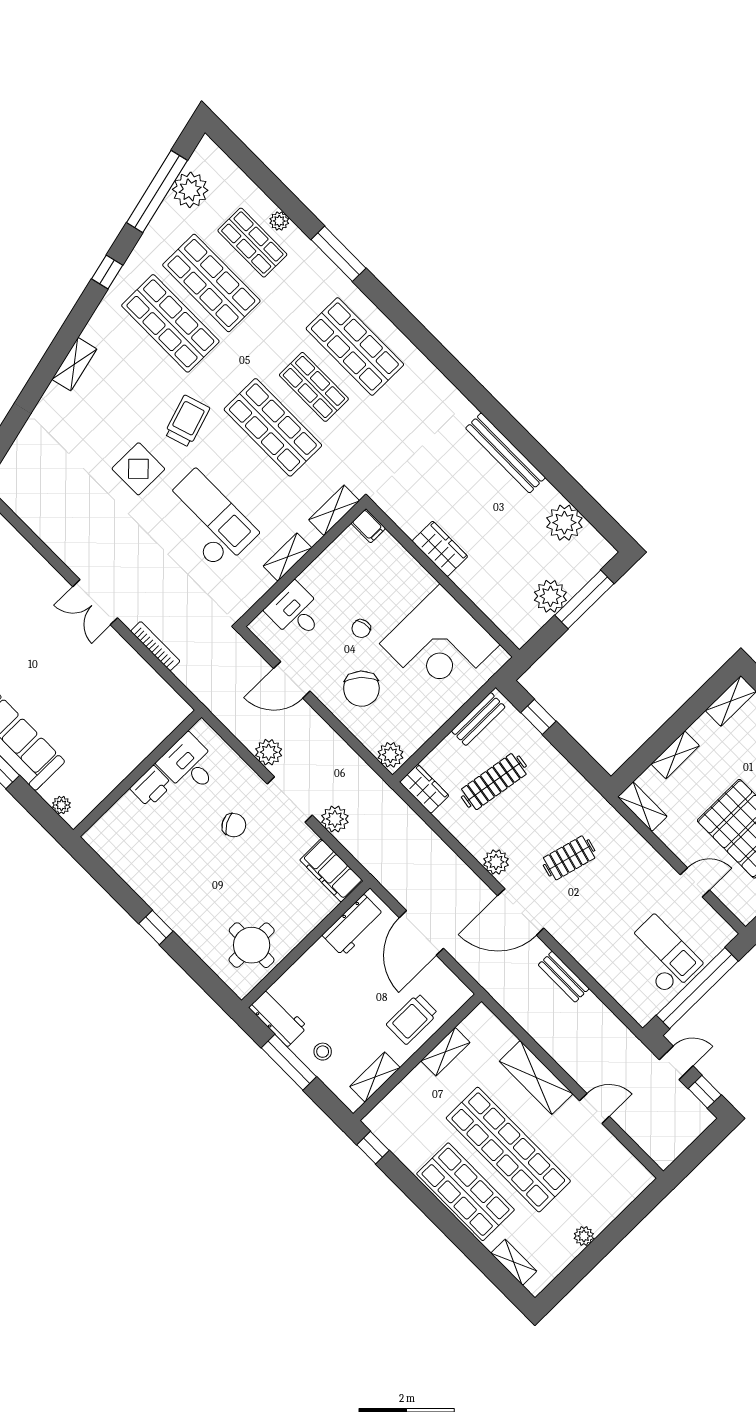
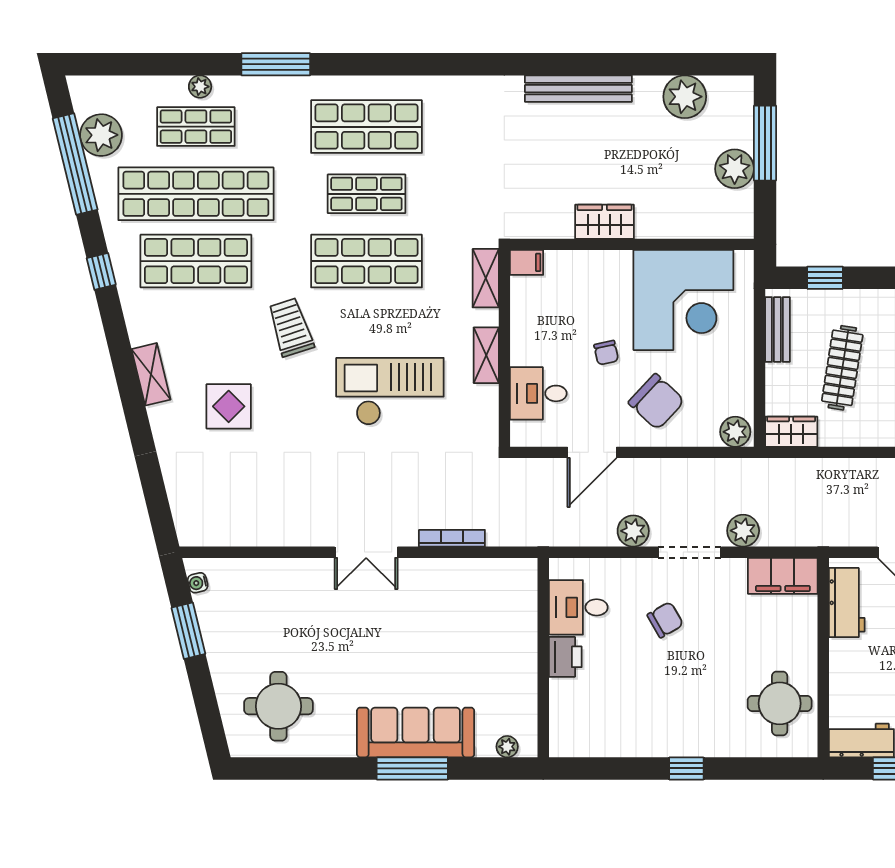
shop shelf: (211, 283) -> (196, 194), width x1.40
display table: (138, 469) -> (229, 406), moved

